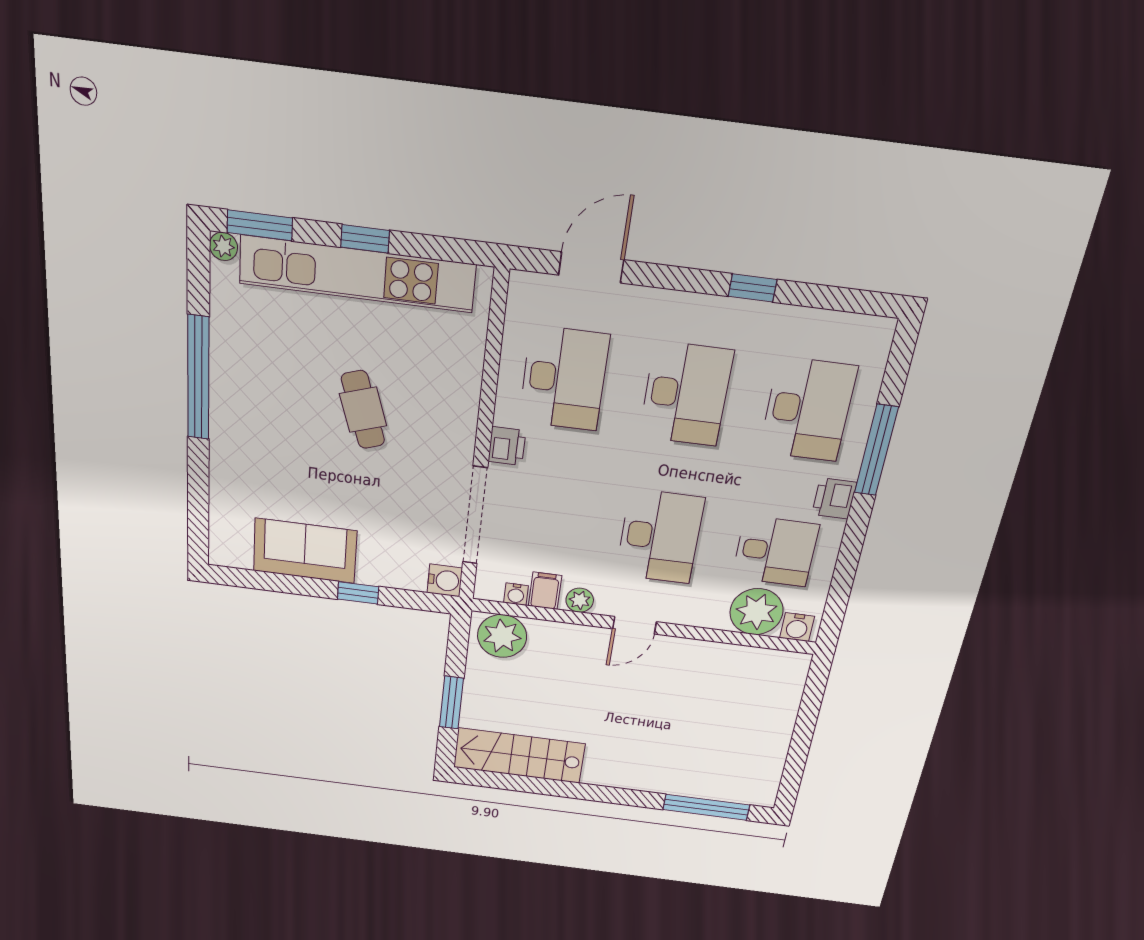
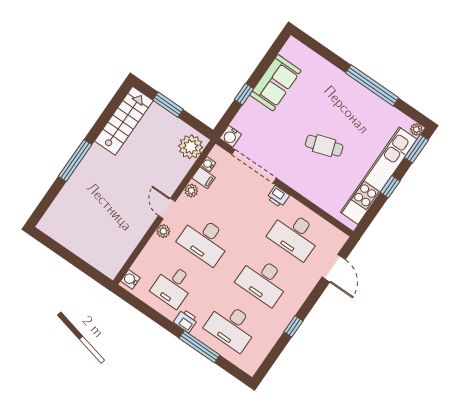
plant: (756, 612) -> (163, 231), moved, width x0.53, depth x0.53
window: (706, 807) -> (75, 161), moved

